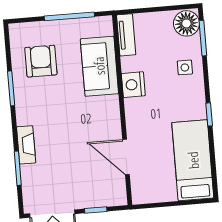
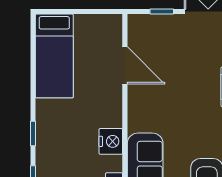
side table: (185, 67) -> (55, 155), removed
window: (209, 114) -> (33, 134), moved

